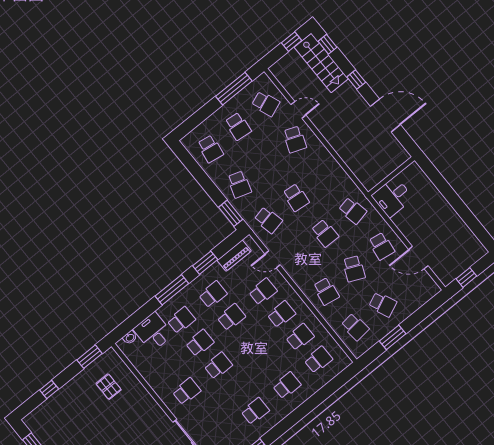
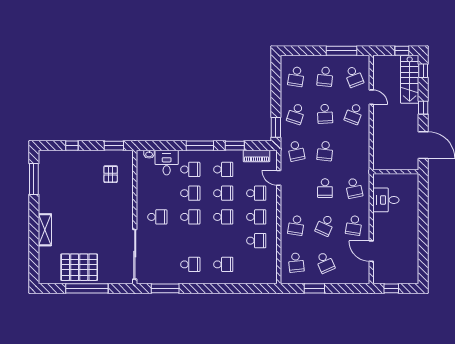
school desk: (267, 162) -> (325, 114), added
wall: (391, 176) -> (396, 172), moved
school desk: (318, 360) -> (223, 217), moved

